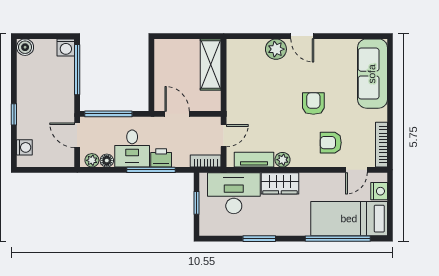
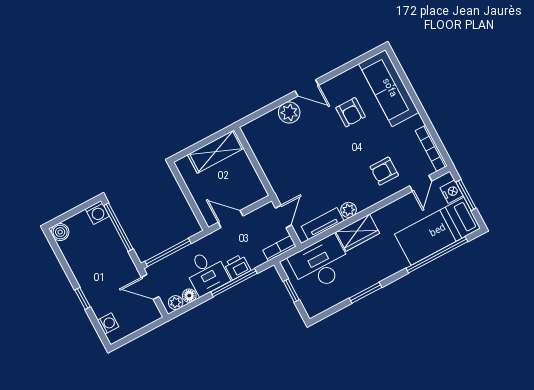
shelving: (211, 64) -> (216, 151), moved, turned 90
armchair: (313, 104) -> (351, 112), moved, turned 180
window: (390, 201) -> (466, 195), added

